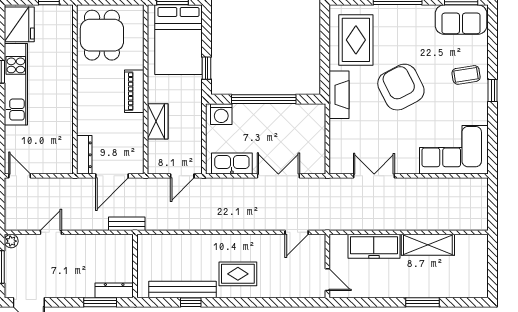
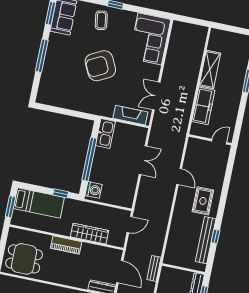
bed: (178, 40) -> (39, 203), width x0.67
rug: (356, 40) -> (63, 89), removed
fireplace: (339, 95) -> (130, 115), moved
wardrobe: (158, 121) -> (90, 234), width x1.50
kitchen sink: (232, 164) -> (105, 133), moved, turned 180
door: (182, 176) -> (130, 225), hinge flipped
double door: (278, 176) -> (143, 160), swing flipped
door: (297, 232) -> (179, 176), moved

